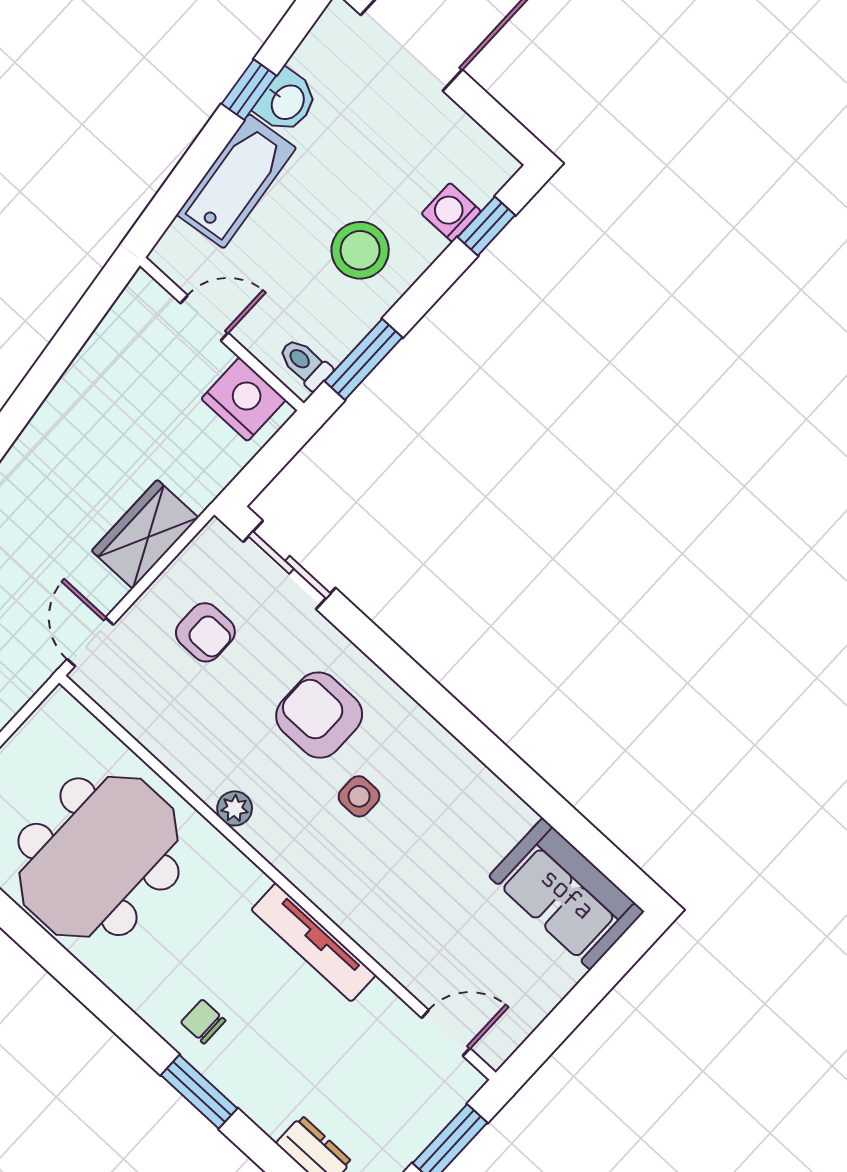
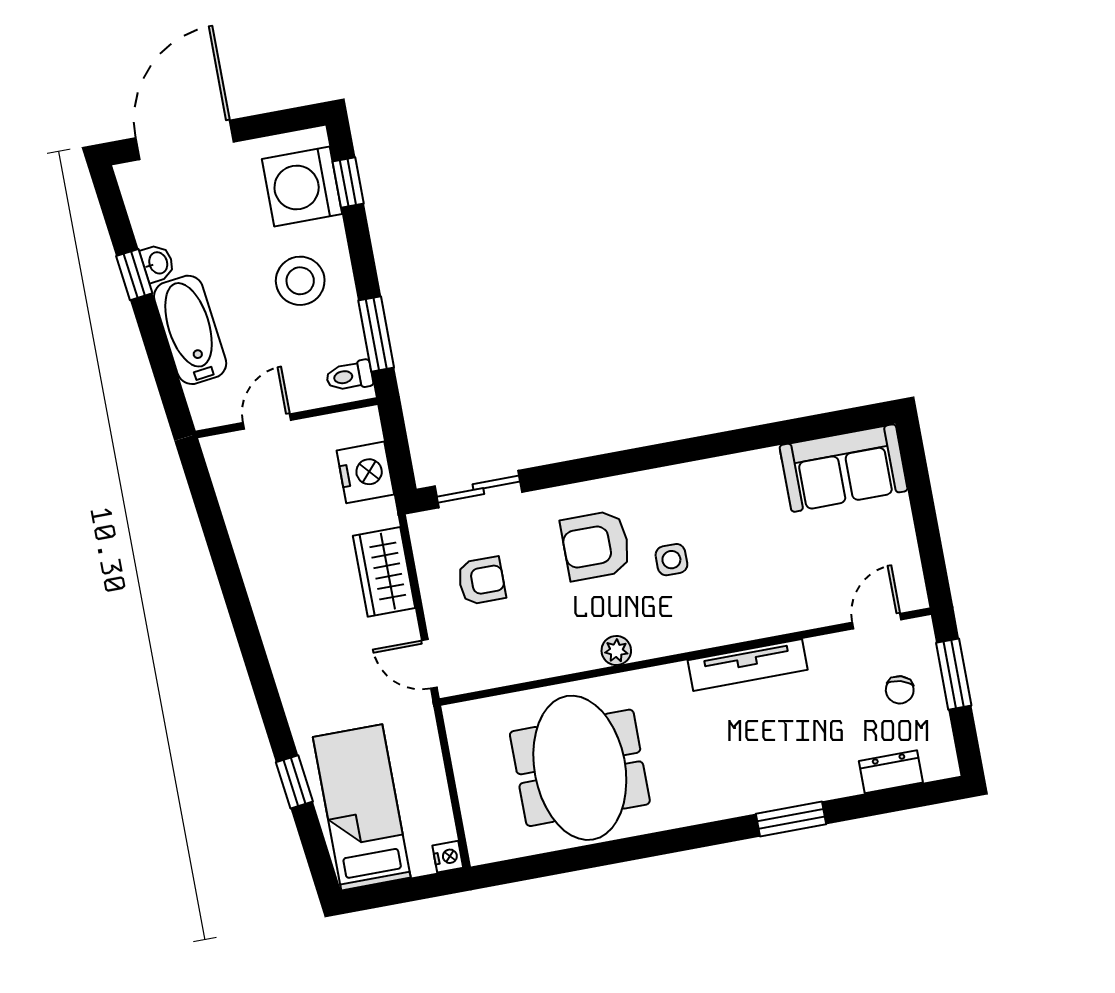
washbasin: (287, 101) -> (157, 263), width x0.72, depth x0.69
washing machine: (451, 212) -> (302, 187), width x1.89, depth x1.89
nightstand: (244, 399) -> (365, 472), moved, turned 90
chair: (203, 1022) -> (900, 690), moved, turned -74

